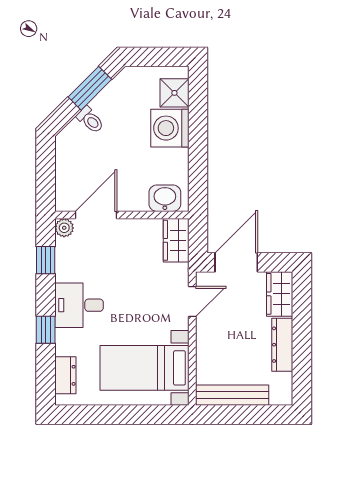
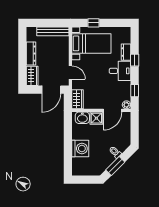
shower: (174, 93) -> (96, 118), moved
door: (192, 302) -> (70, 72), swing flipped
dresser: (65, 375) -> (126, 52), moved
window: (140, 415) -> (93, 23), added

